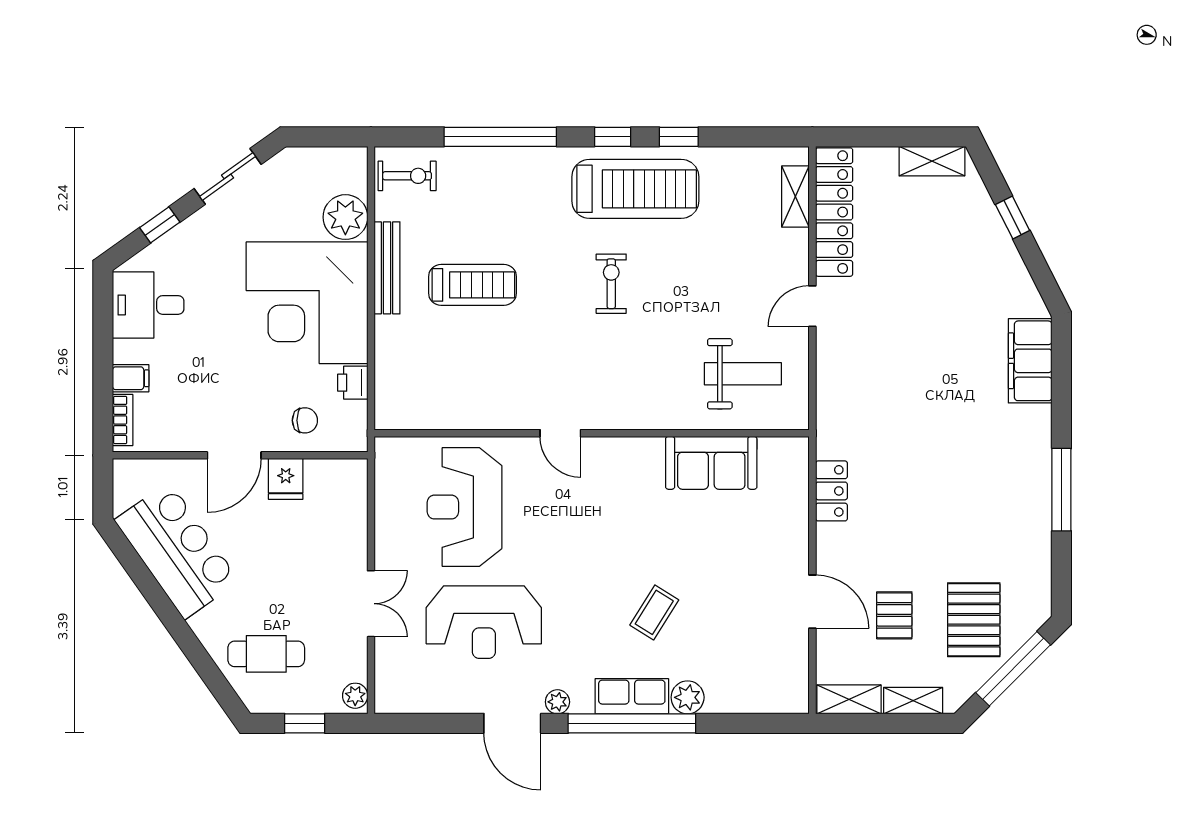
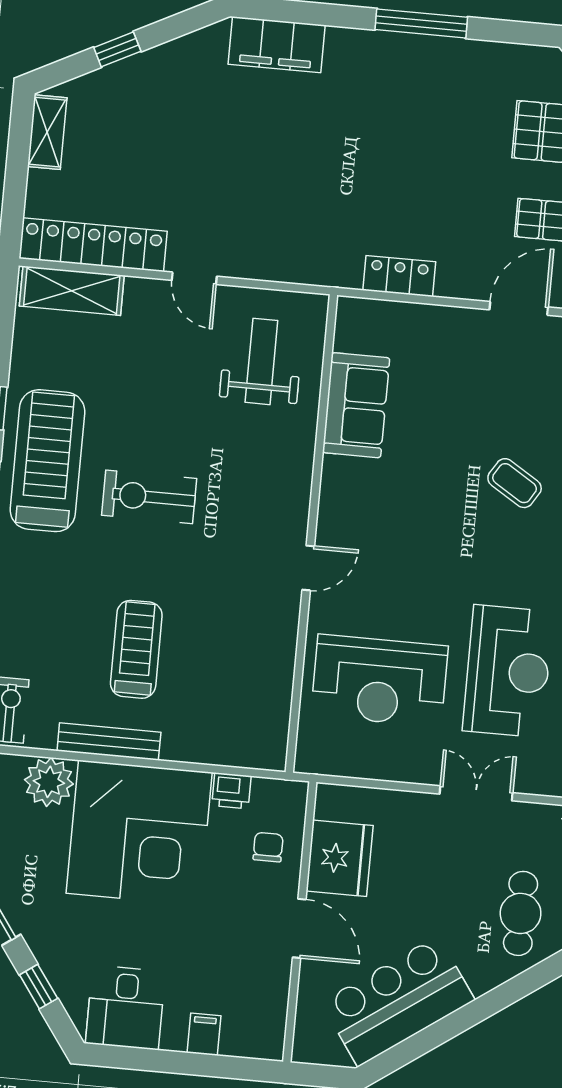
shelving: (795, 197) -> (72, 291), width x1.50, depth x1.33
exercise bike: (611, 284) -> (149, 497), width x1.38, depth x1.39
bookcase: (123, 420) -> (249, 1047), removed
fridge: (286, 479) -> (340, 858), width x1.88, depth x1.34

